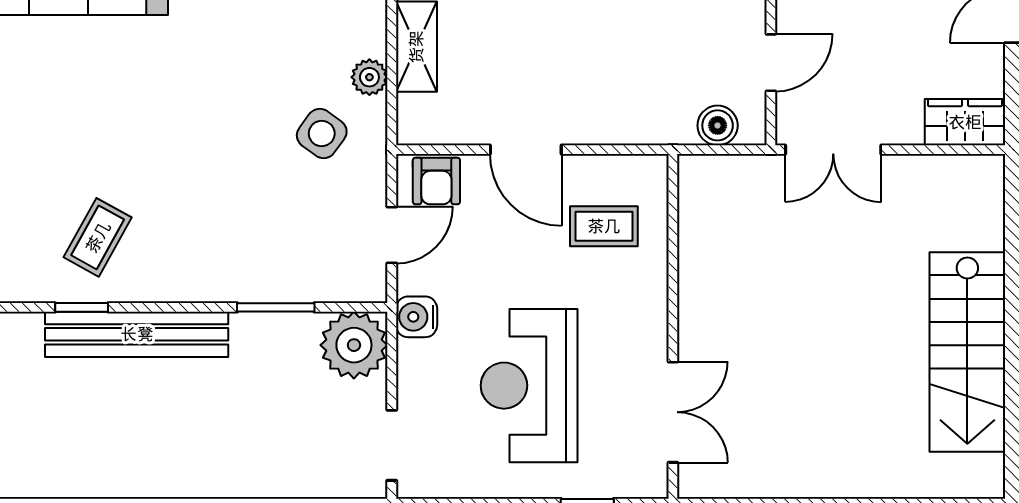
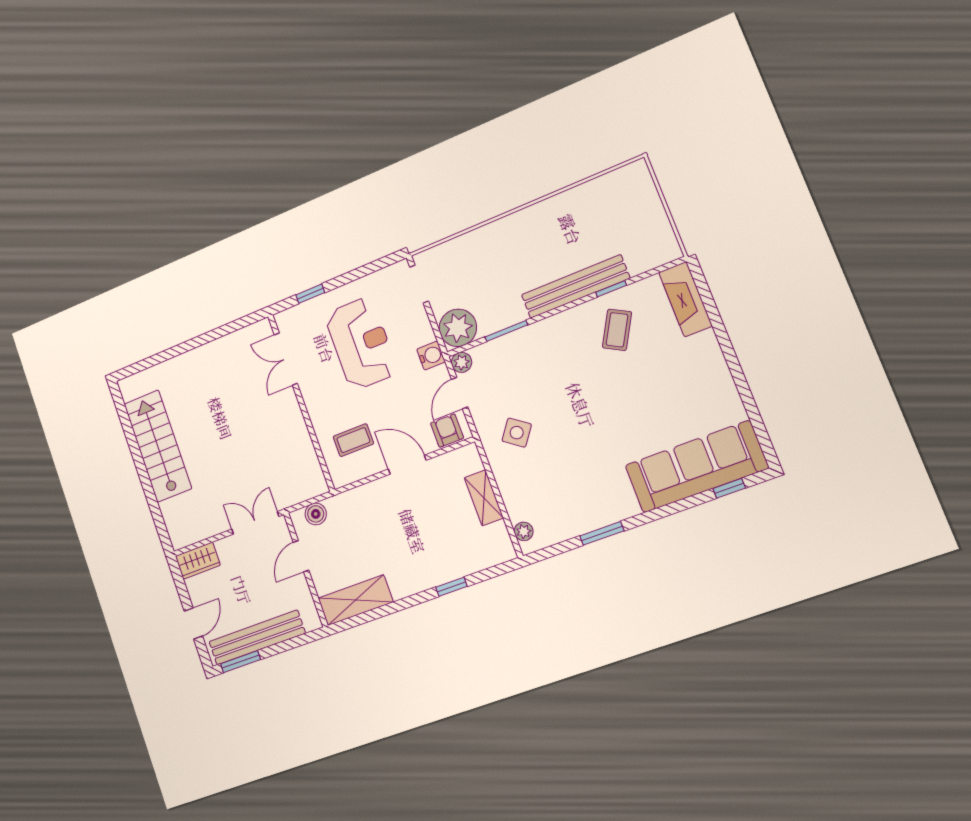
plant: (369, 77) -> (462, 362), moved

